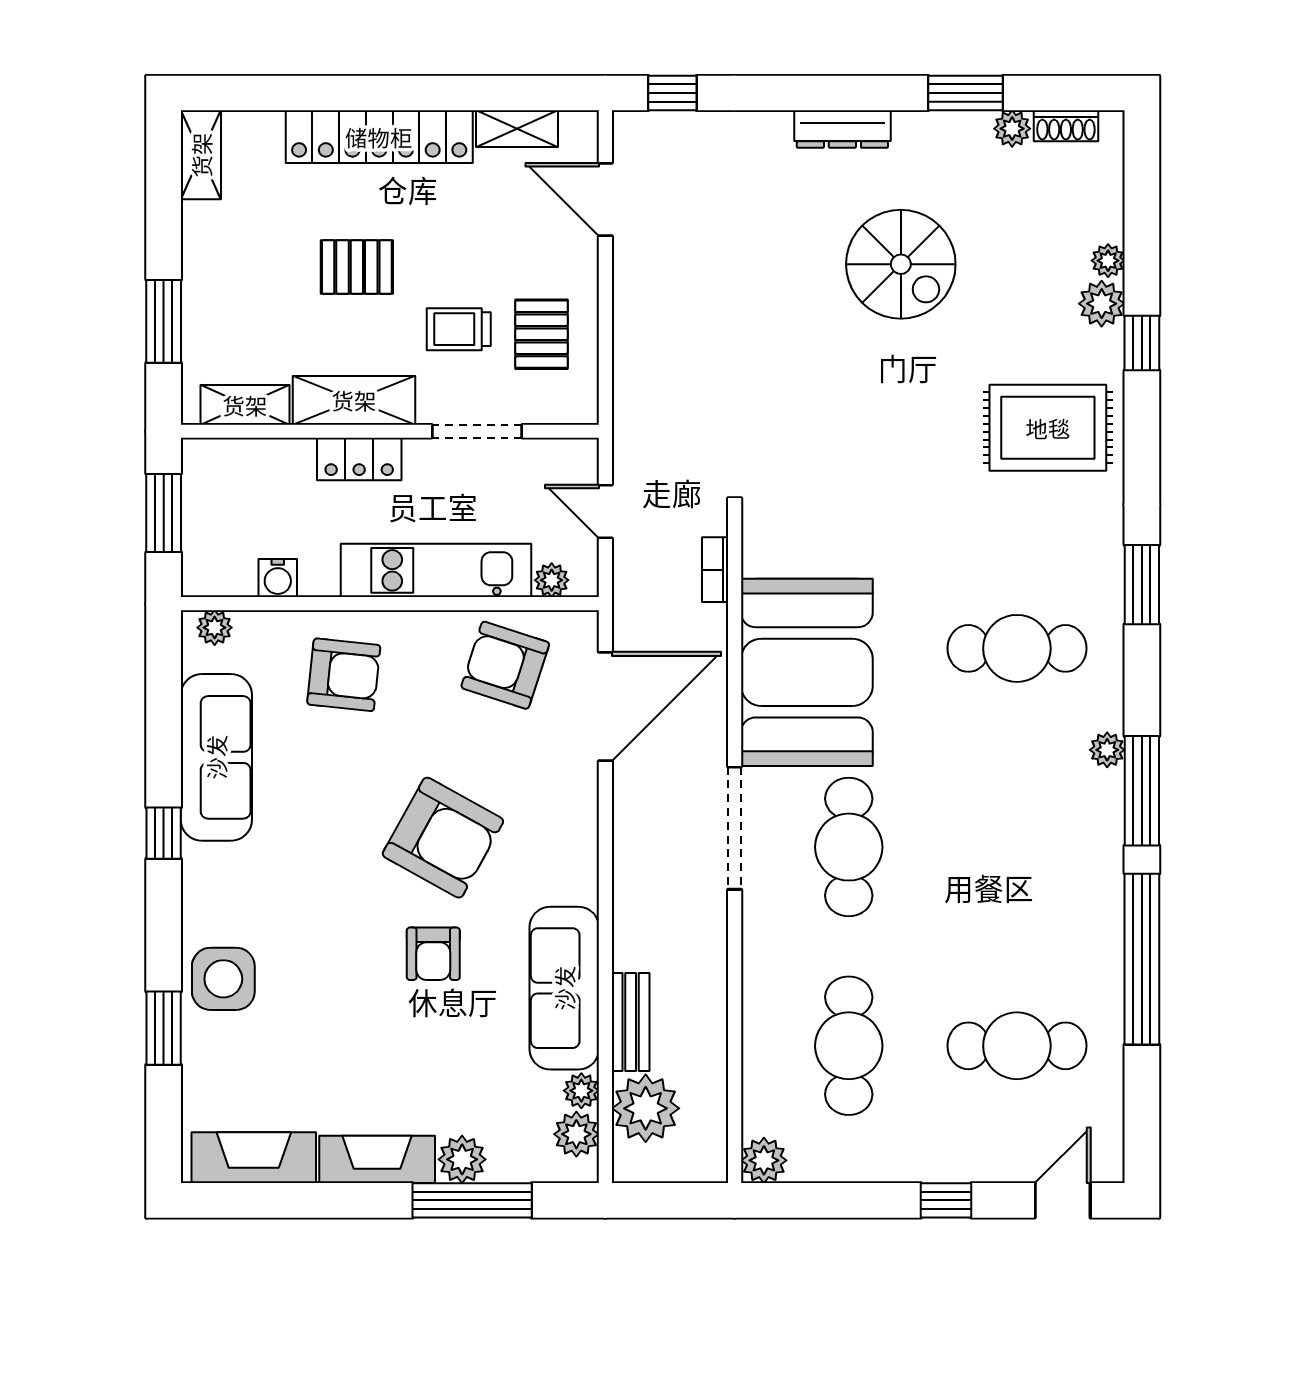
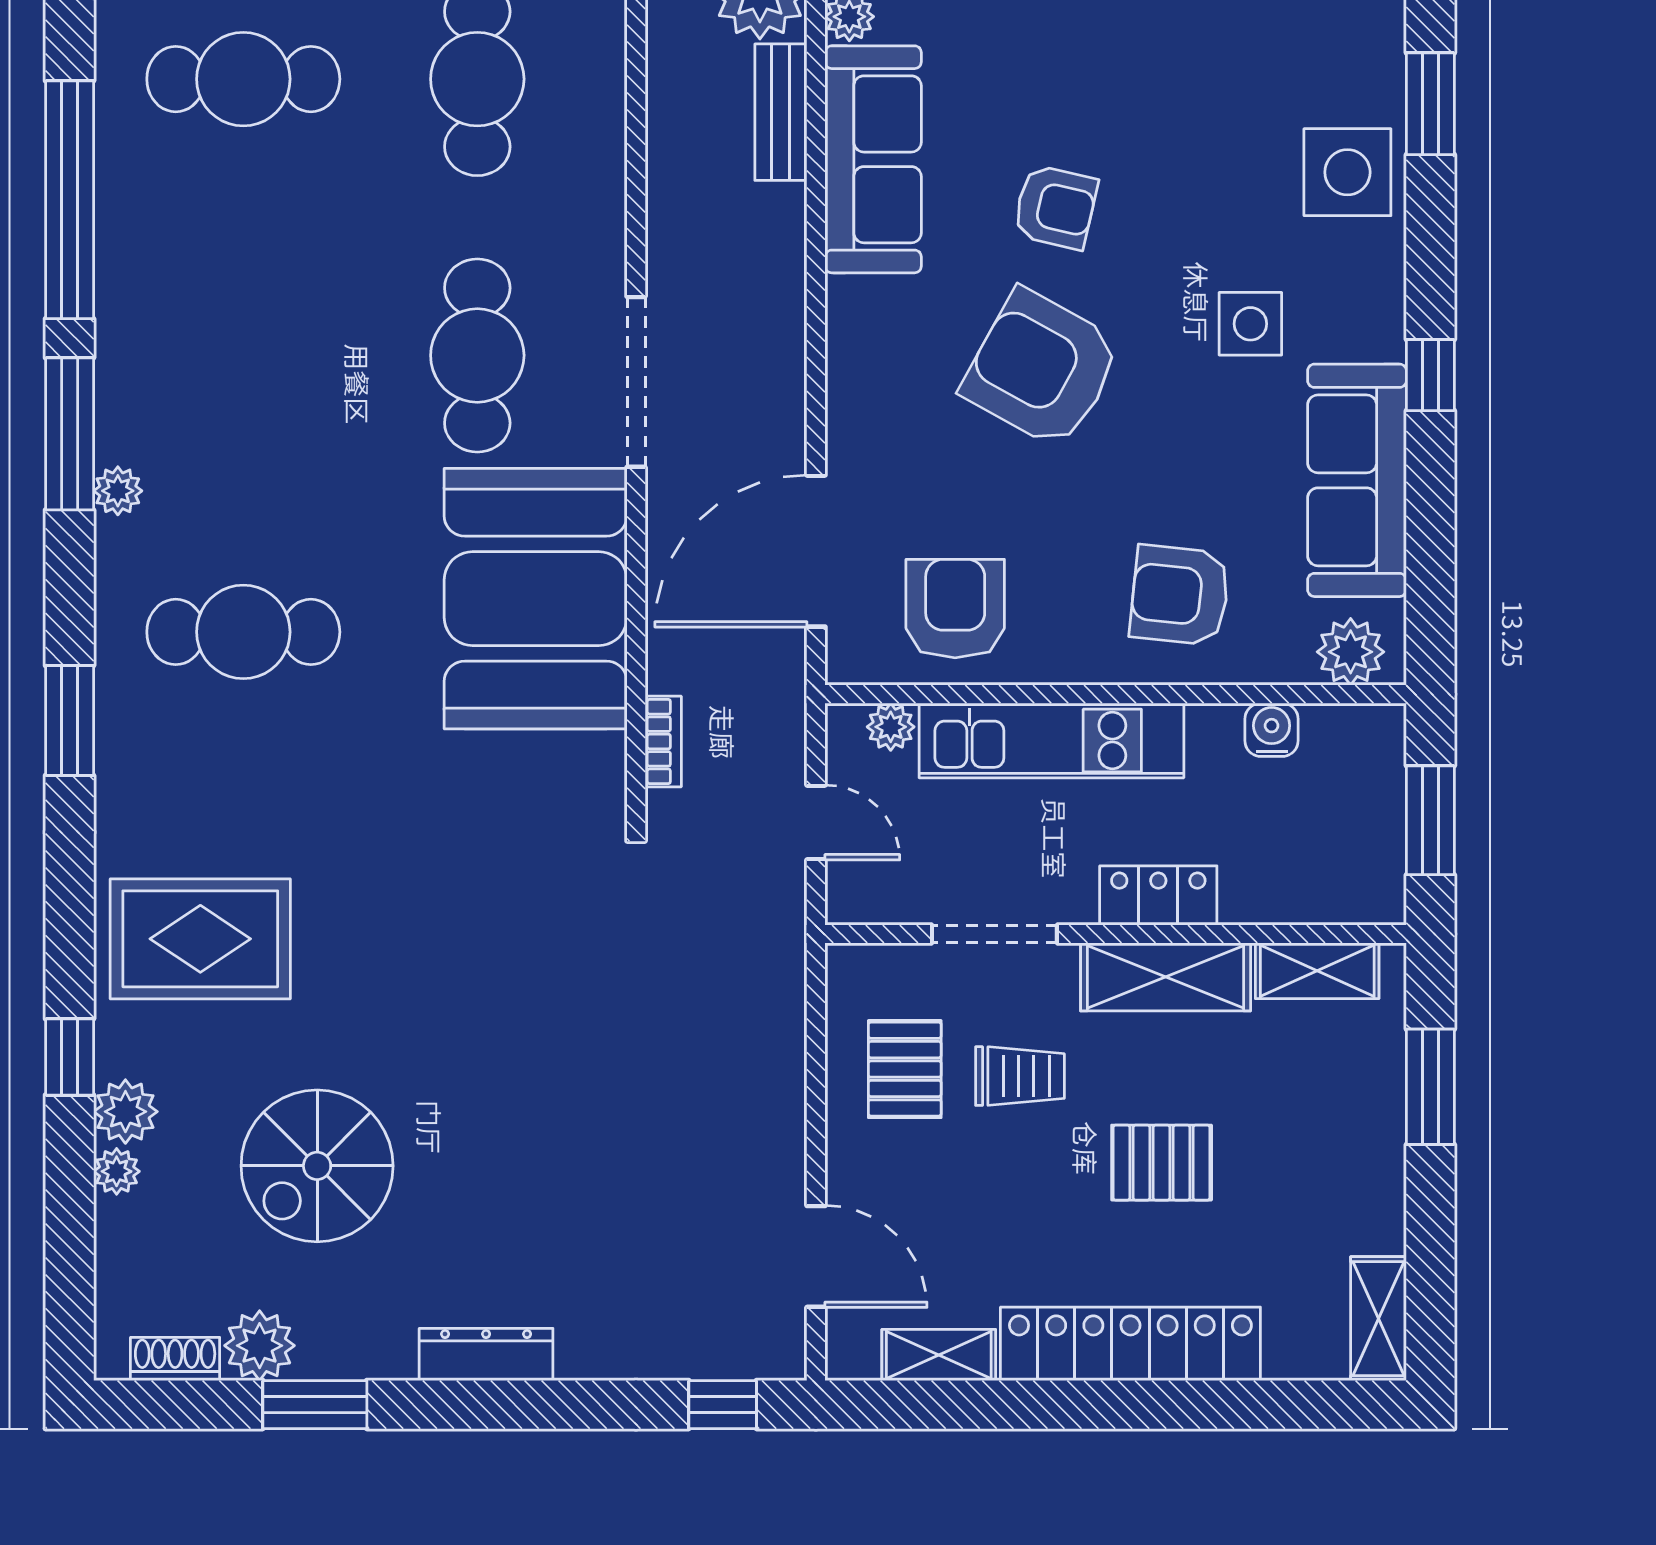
plant: (1012, 129) -> (260, 1346), width x1.38, depth x1.38
spiral stairs: (901, 264) -> (317, 1166), moved, turned -90
plant: (215, 628) -> (1351, 652), width x1.38, depth x1.38
armchair: (505, 665) -> (955, 609), turned -108
side table: (293, 870) -> (1250, 324), added
armchair: (433, 954) -> (1055, 207), turned 103

